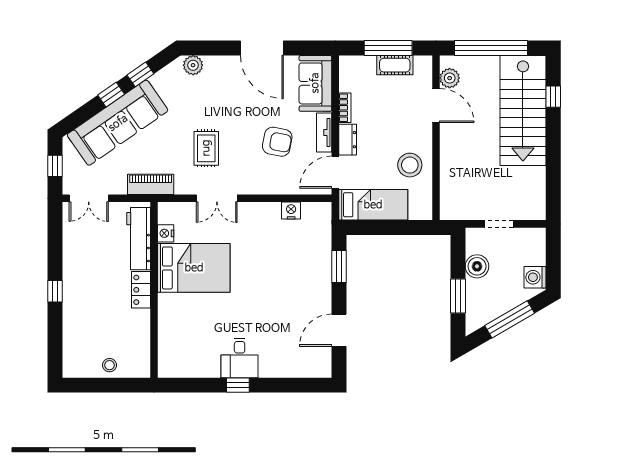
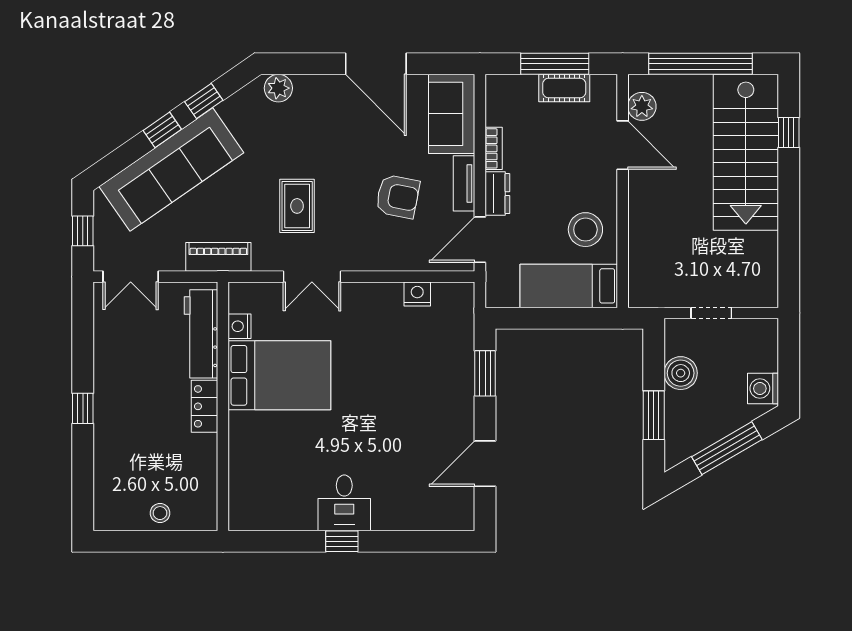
bed: (373, 205) -> (569, 286), moved, turned 180

